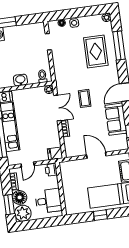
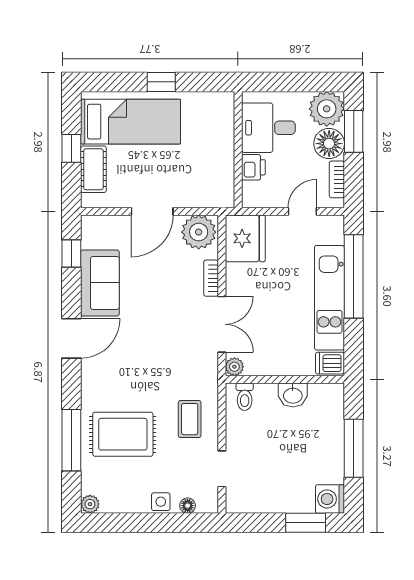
rug: (96, 51) -> (123, 434), turned 90
coffee table: (85, 98) -> (190, 419), moved
double door: (57, 108) -> (222, 324), swing flipped
plant: (74, 149) -> (199, 232), added
fridge: (55, 154) -> (245, 238), width x1.88, depth x1.34
door: (96, 155) -> (152, 211), hinge flipped
printer: (51, 170) -> (253, 167), moved

